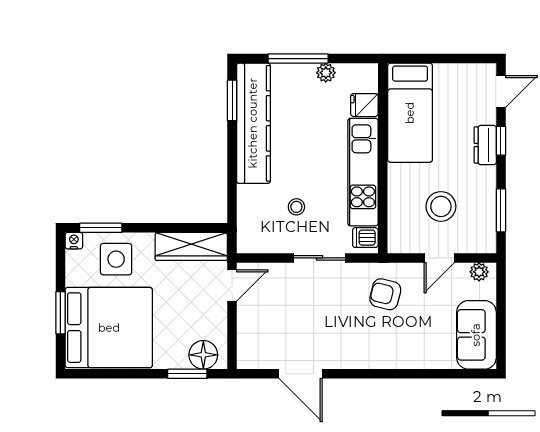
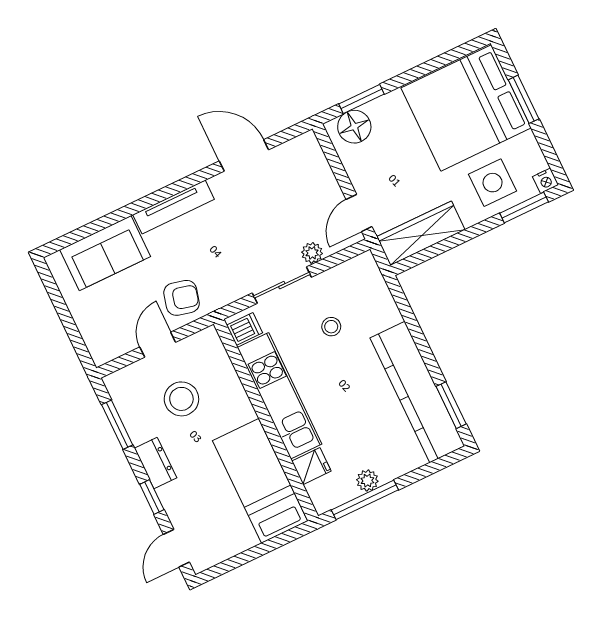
window: (298, 59) -> (365, 500), moved
dresser: (485, 145) -> (156, 463), moved
plant: (479, 272) -> (312, 253), moved
armchair: (385, 294) -> (182, 298), moved
sofa: (476, 335) -> (105, 253), moved, turned 90
tv unit: (375, 360) -> (174, 207), added

